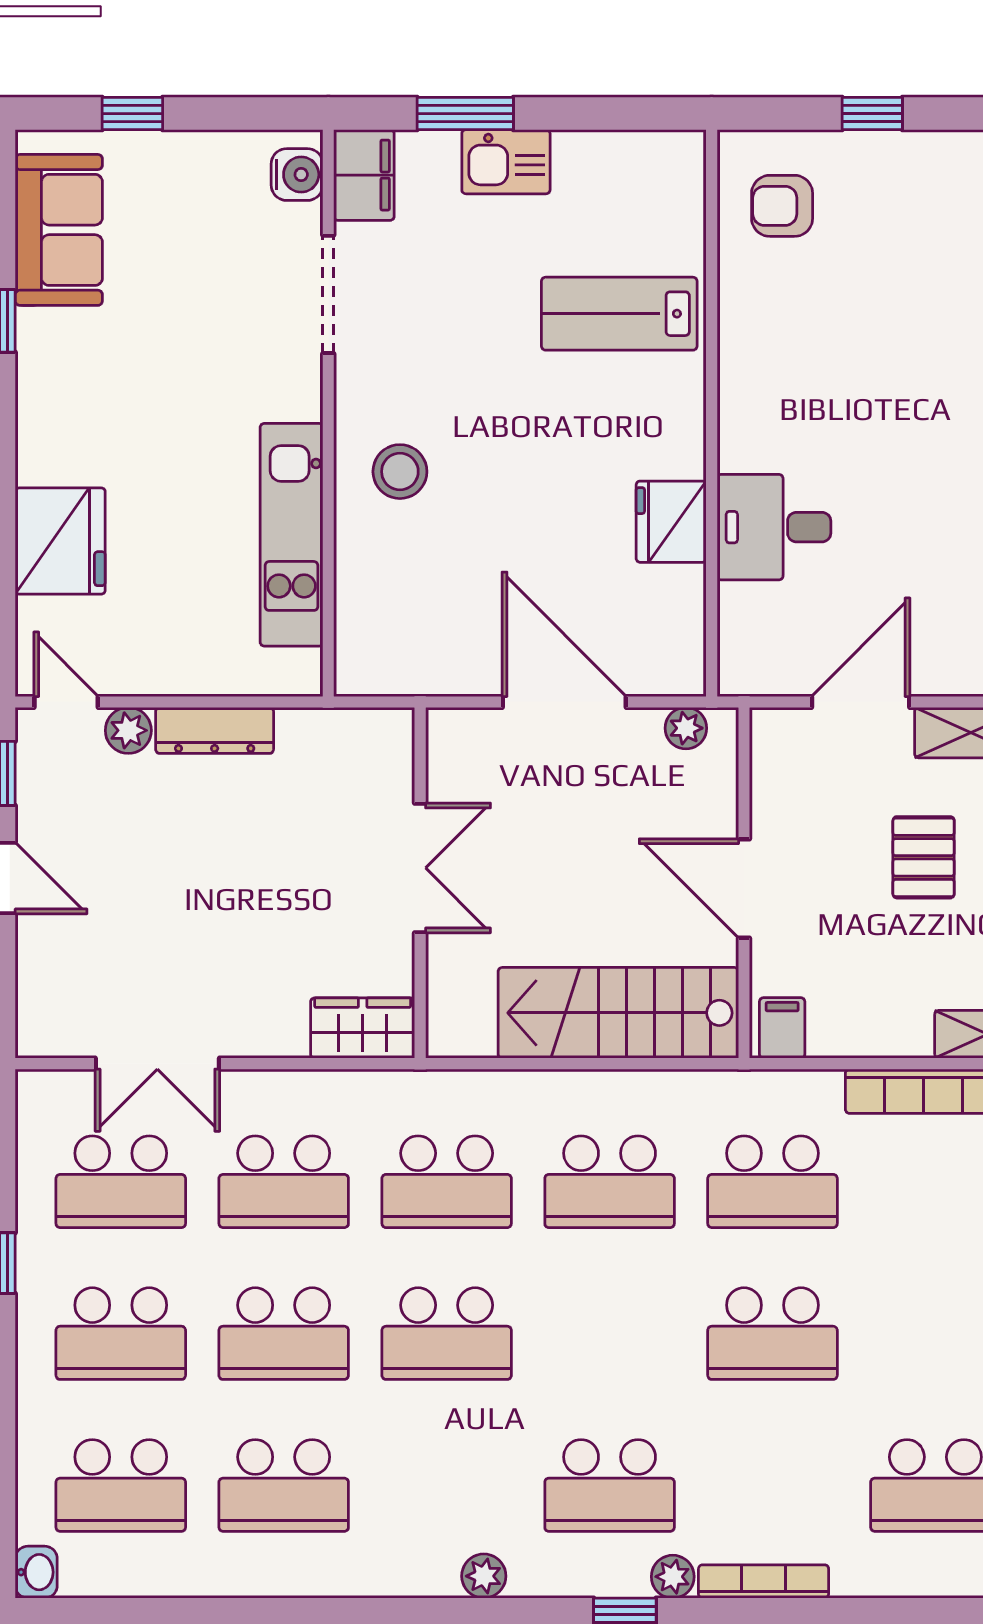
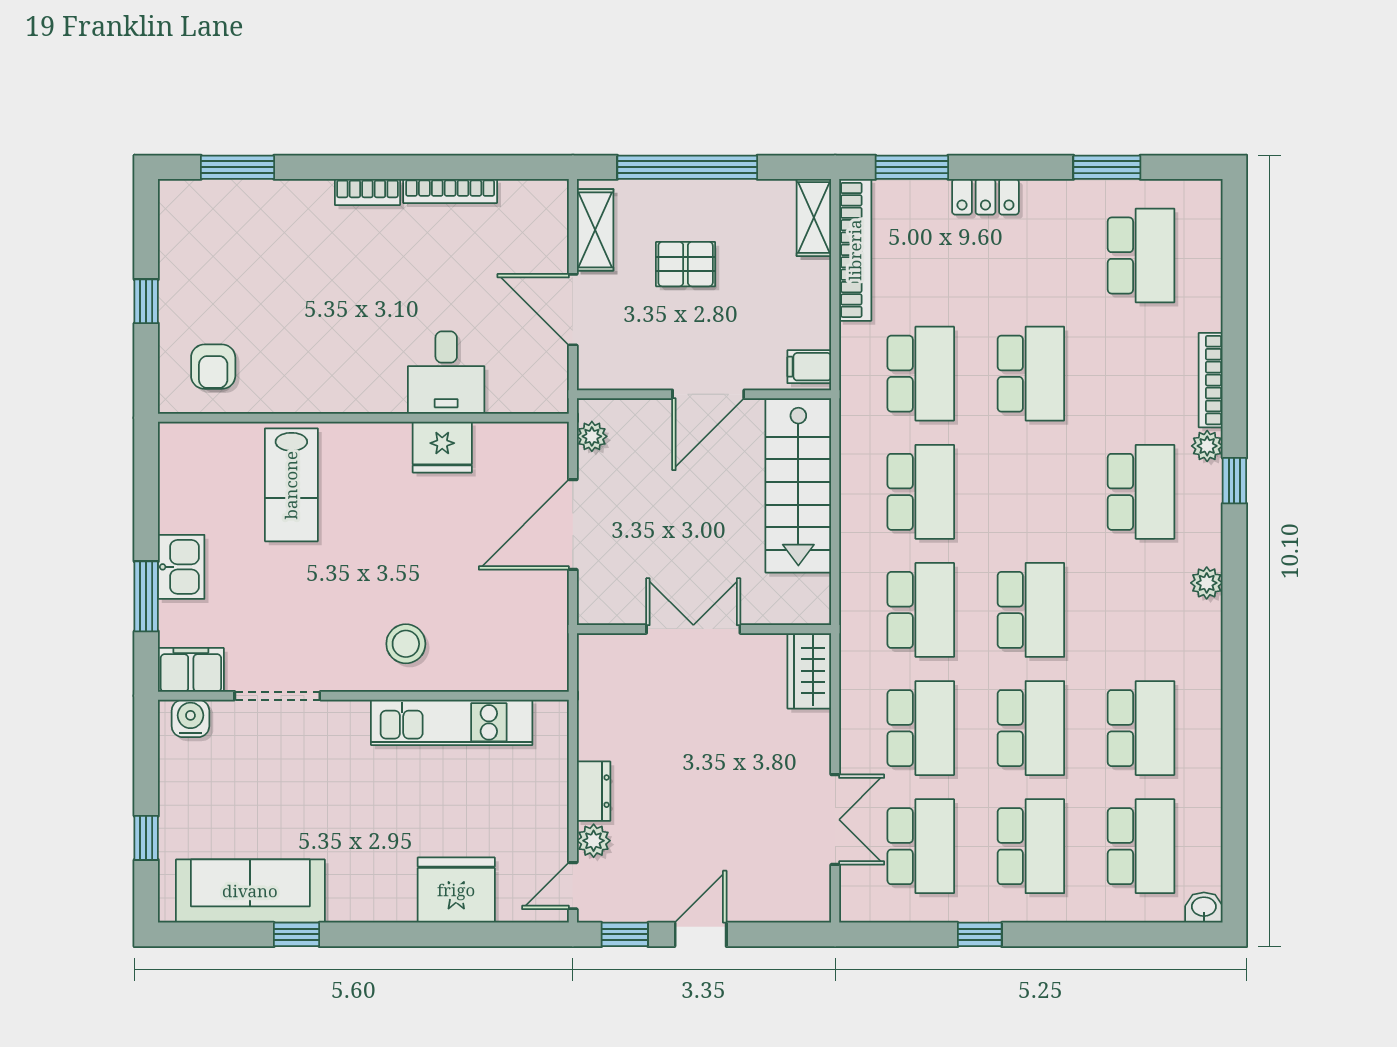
sofa: (59, 230) -> (250, 891), width x1.36
dresser: (215, 730) -> (594, 791), width x0.70

